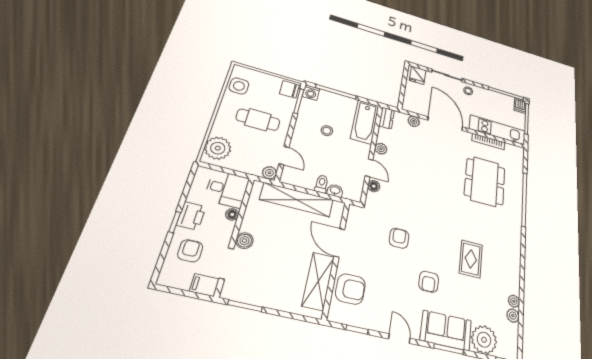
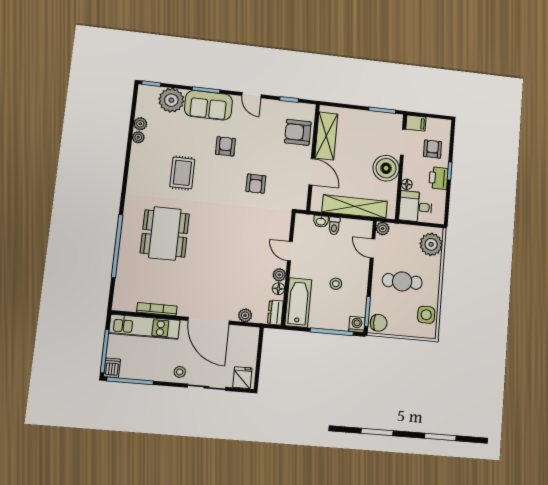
dining table: (485, 182) -> (165, 233), moved
floor lamp: (374, 186) -> (278, 289), moved
boiler: (244, 241) -> (386, 168), width x1.86, depth x1.86
armchair: (190, 251) -> (433, 149), turned 180

